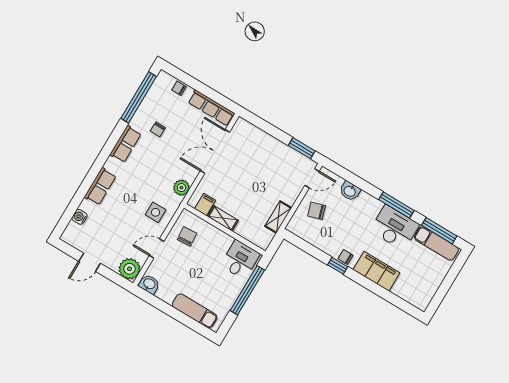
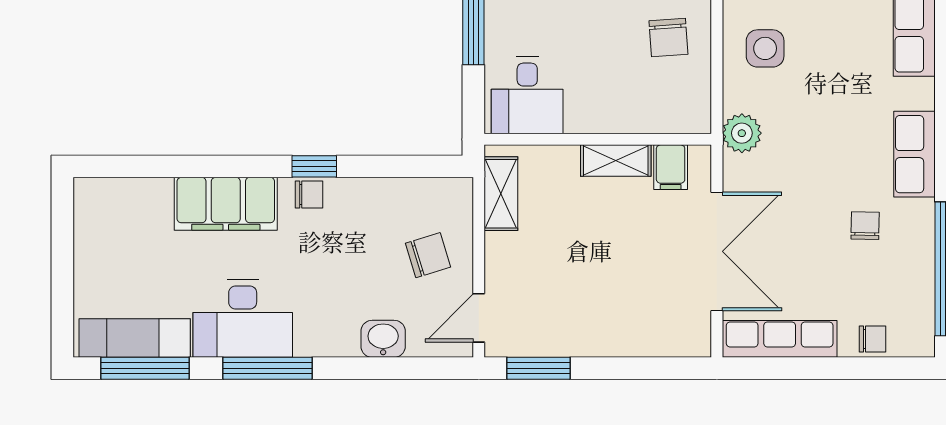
filing cabinet: (205, 205) -> (671, 167), moved
shelving: (223, 218) -> (616, 161), moved
wall: (225, 230) -> (598, 139), moved
desk: (240, 260) -> (527, 95), moved

